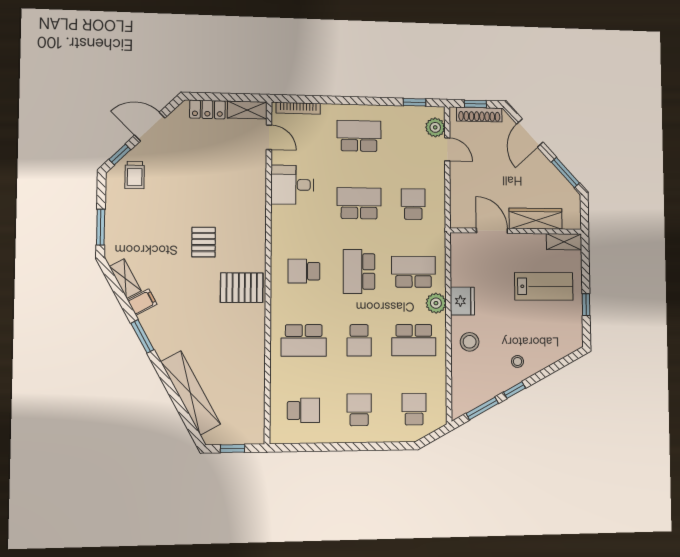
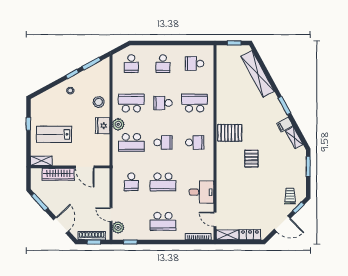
school desk: (359, 271) -> (163, 142), width x0.54
school desk: (359, 340) -> (163, 103), turned -90

